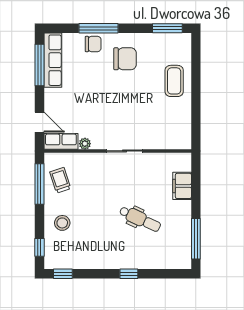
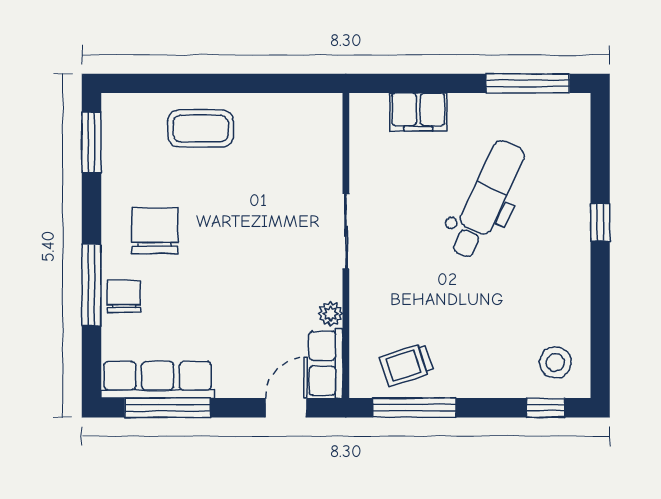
dental chair: (140, 219) -> (487, 199), width x1.36, depth x1.38
stool: (62, 223) -> (555, 363), moved
window: (63, 274) -> (600, 359), removed

